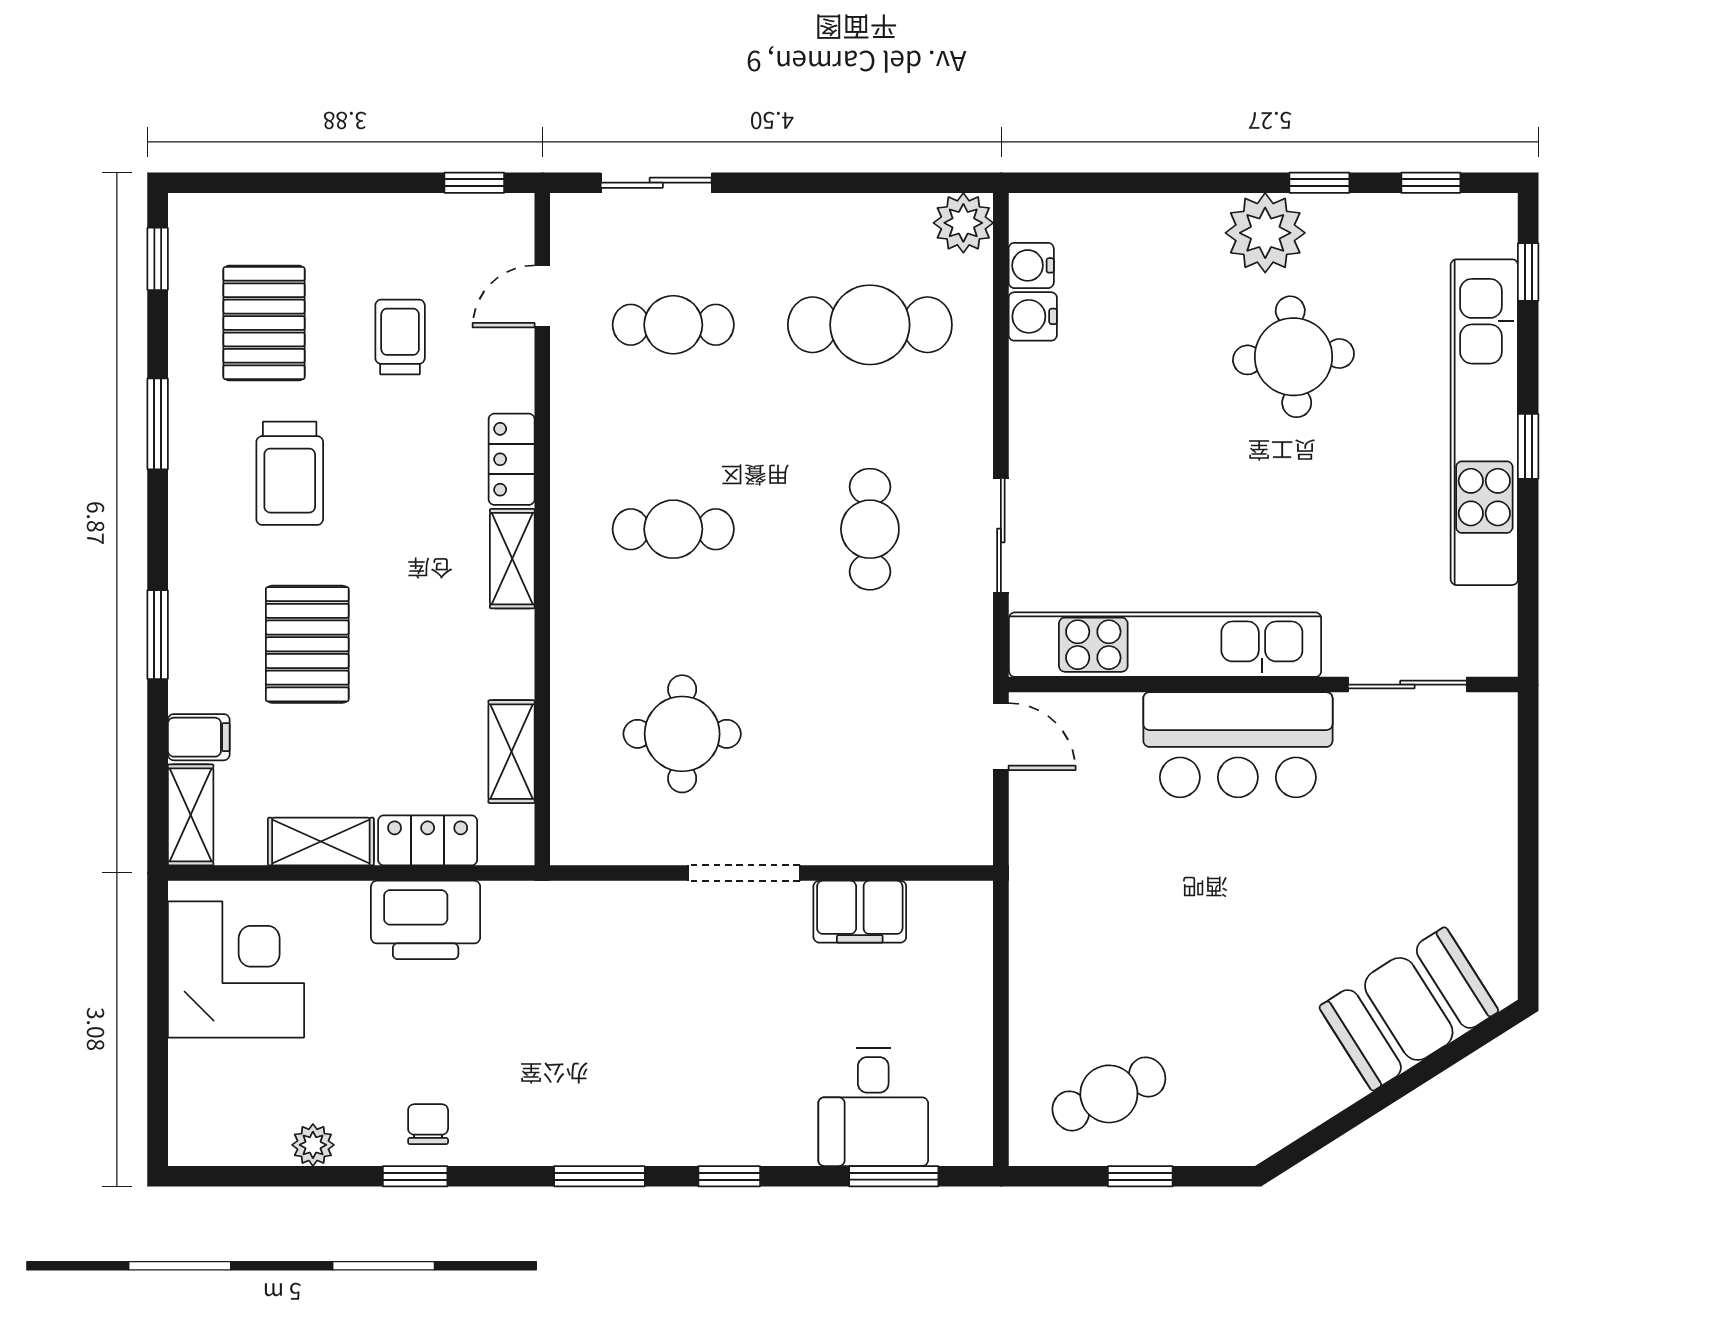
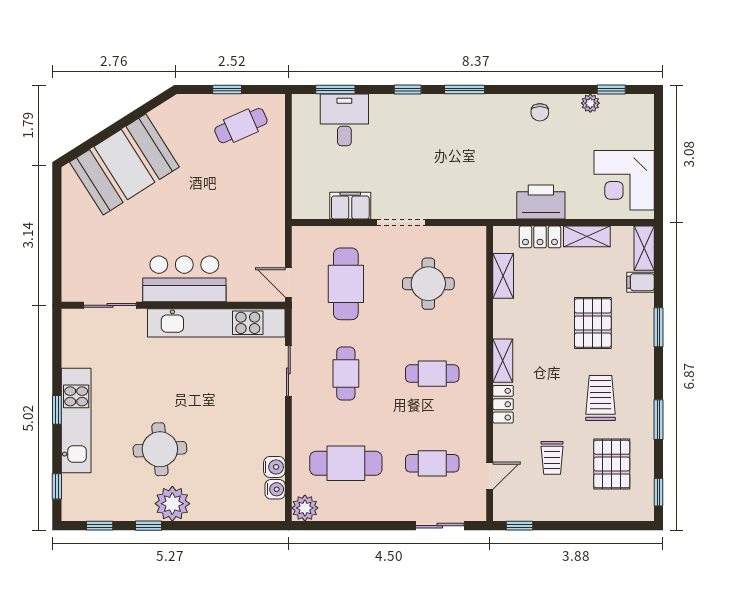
kitchen unit: (1484, 422) -> (76, 421), width x0.73
cafe table: (870, 734) -> (346, 284), added
booth: (1409, 1009) -> (124, 164), width x1.36, depth x1.42
window: (415, 1176) -> (611, 90), moved

